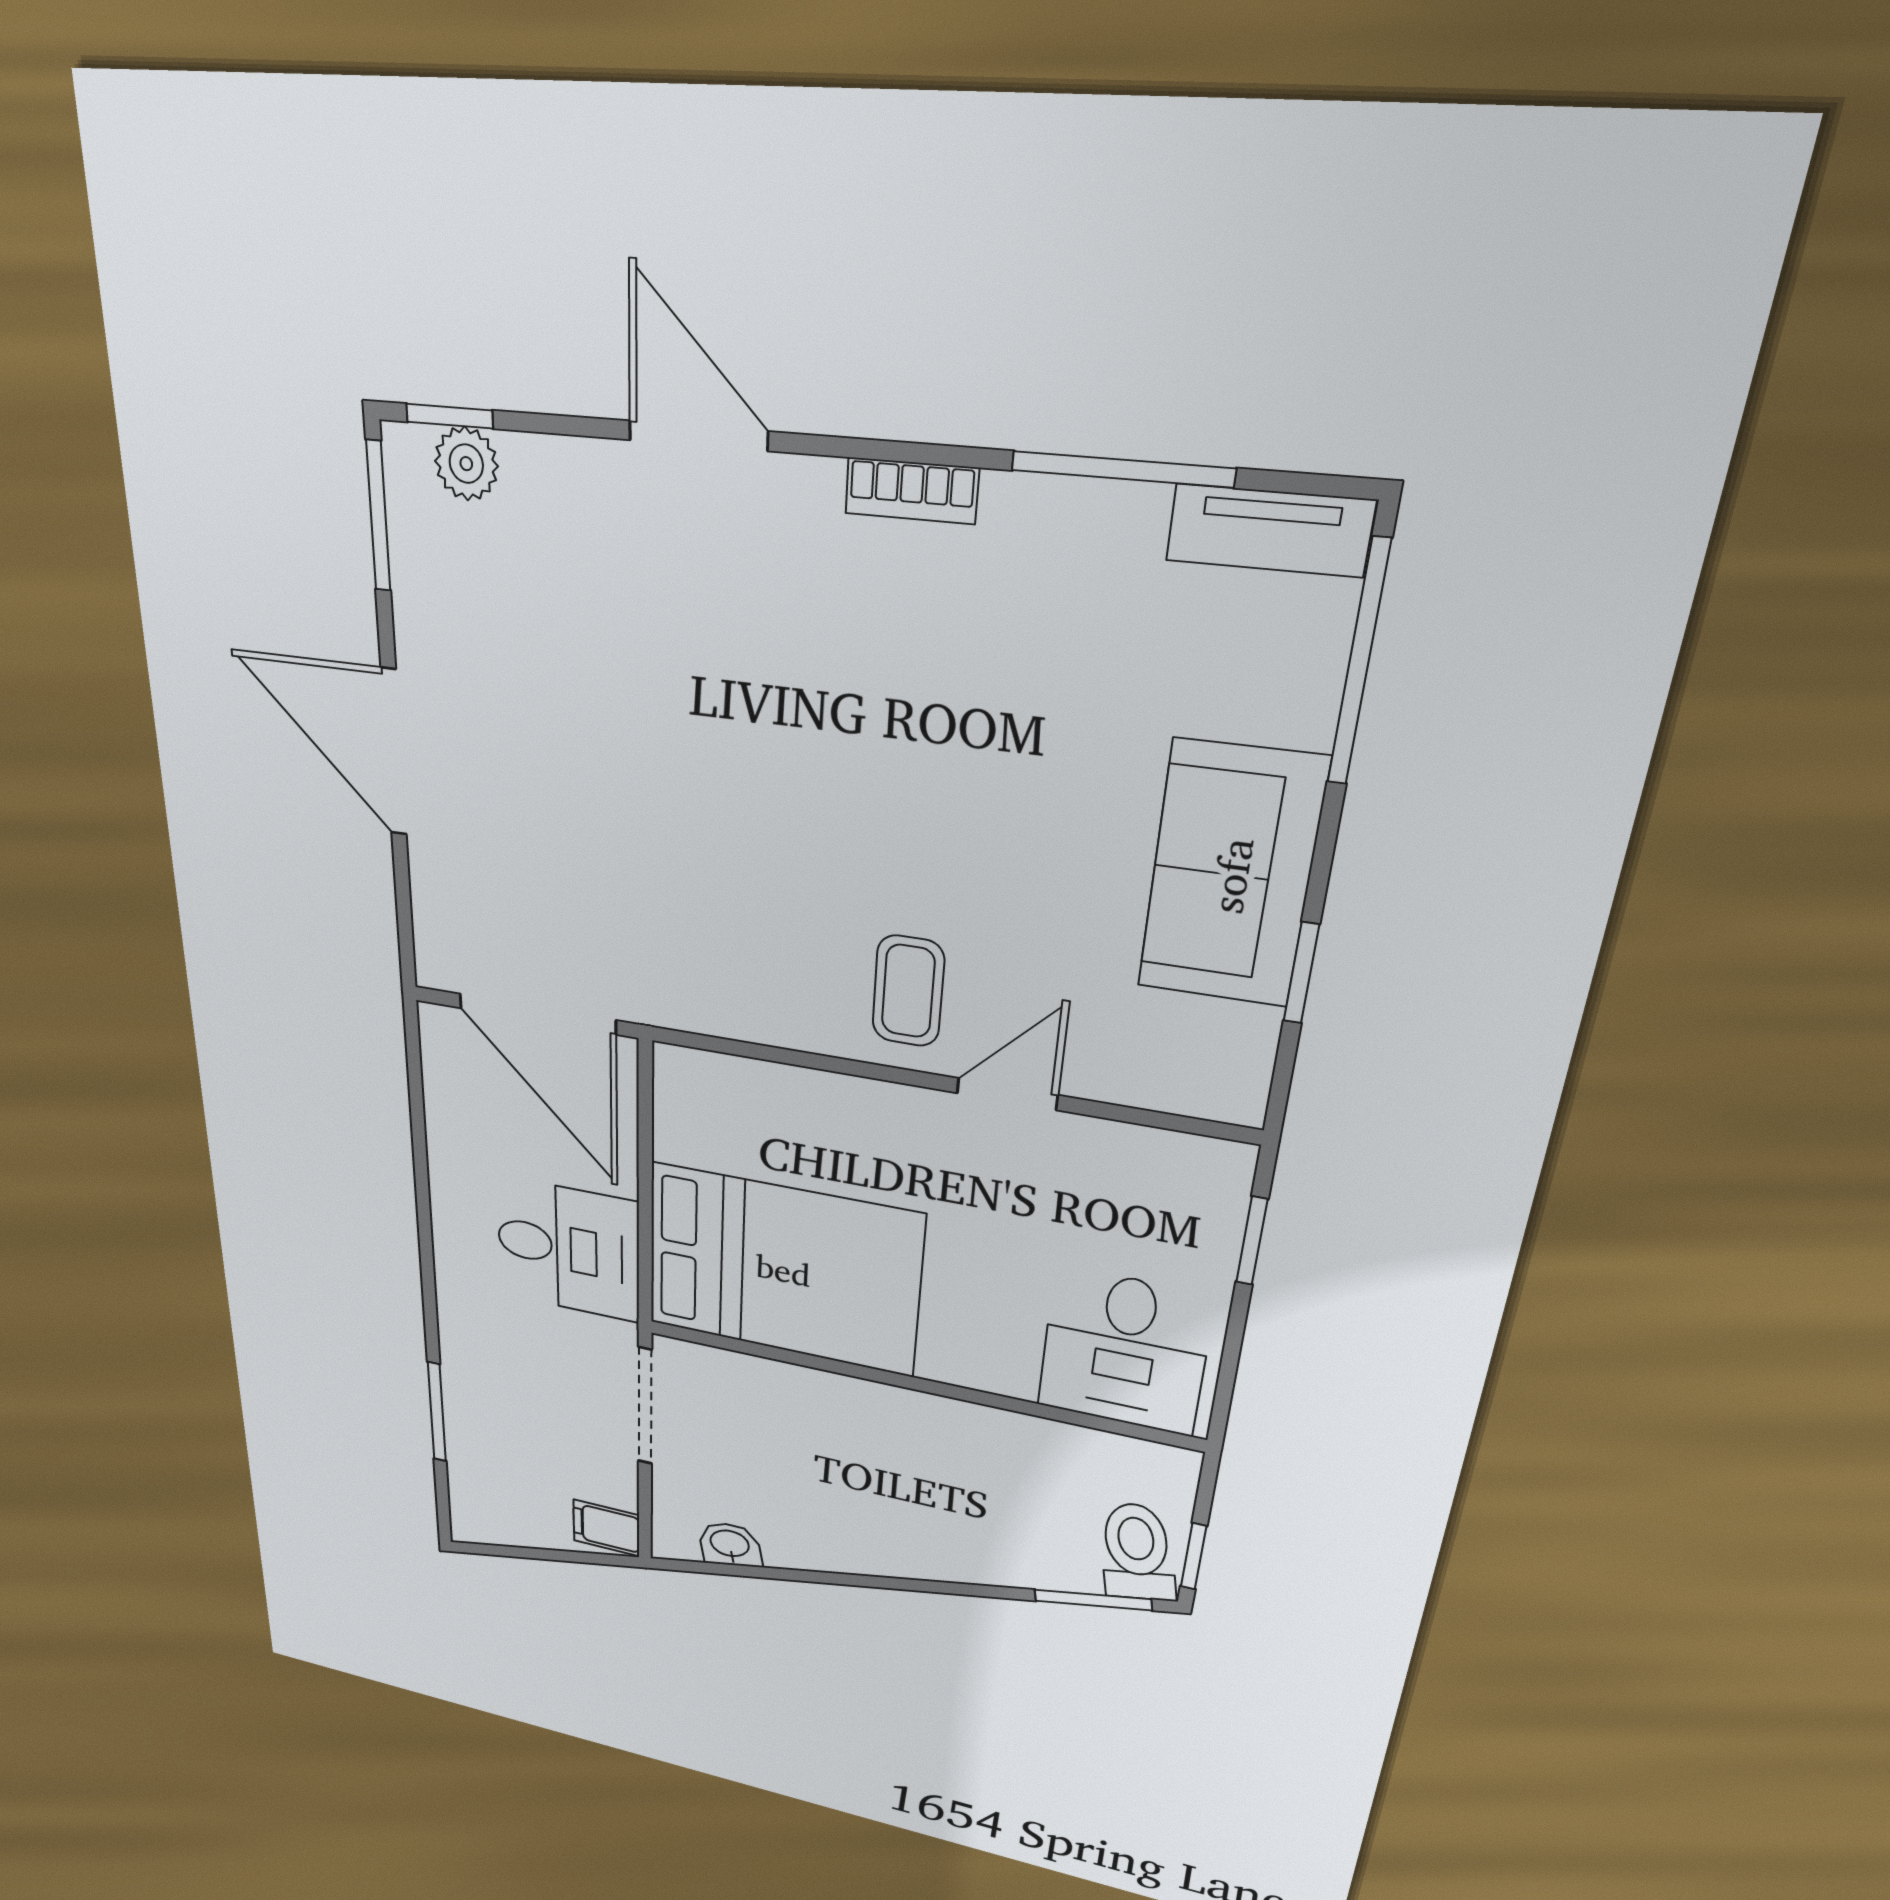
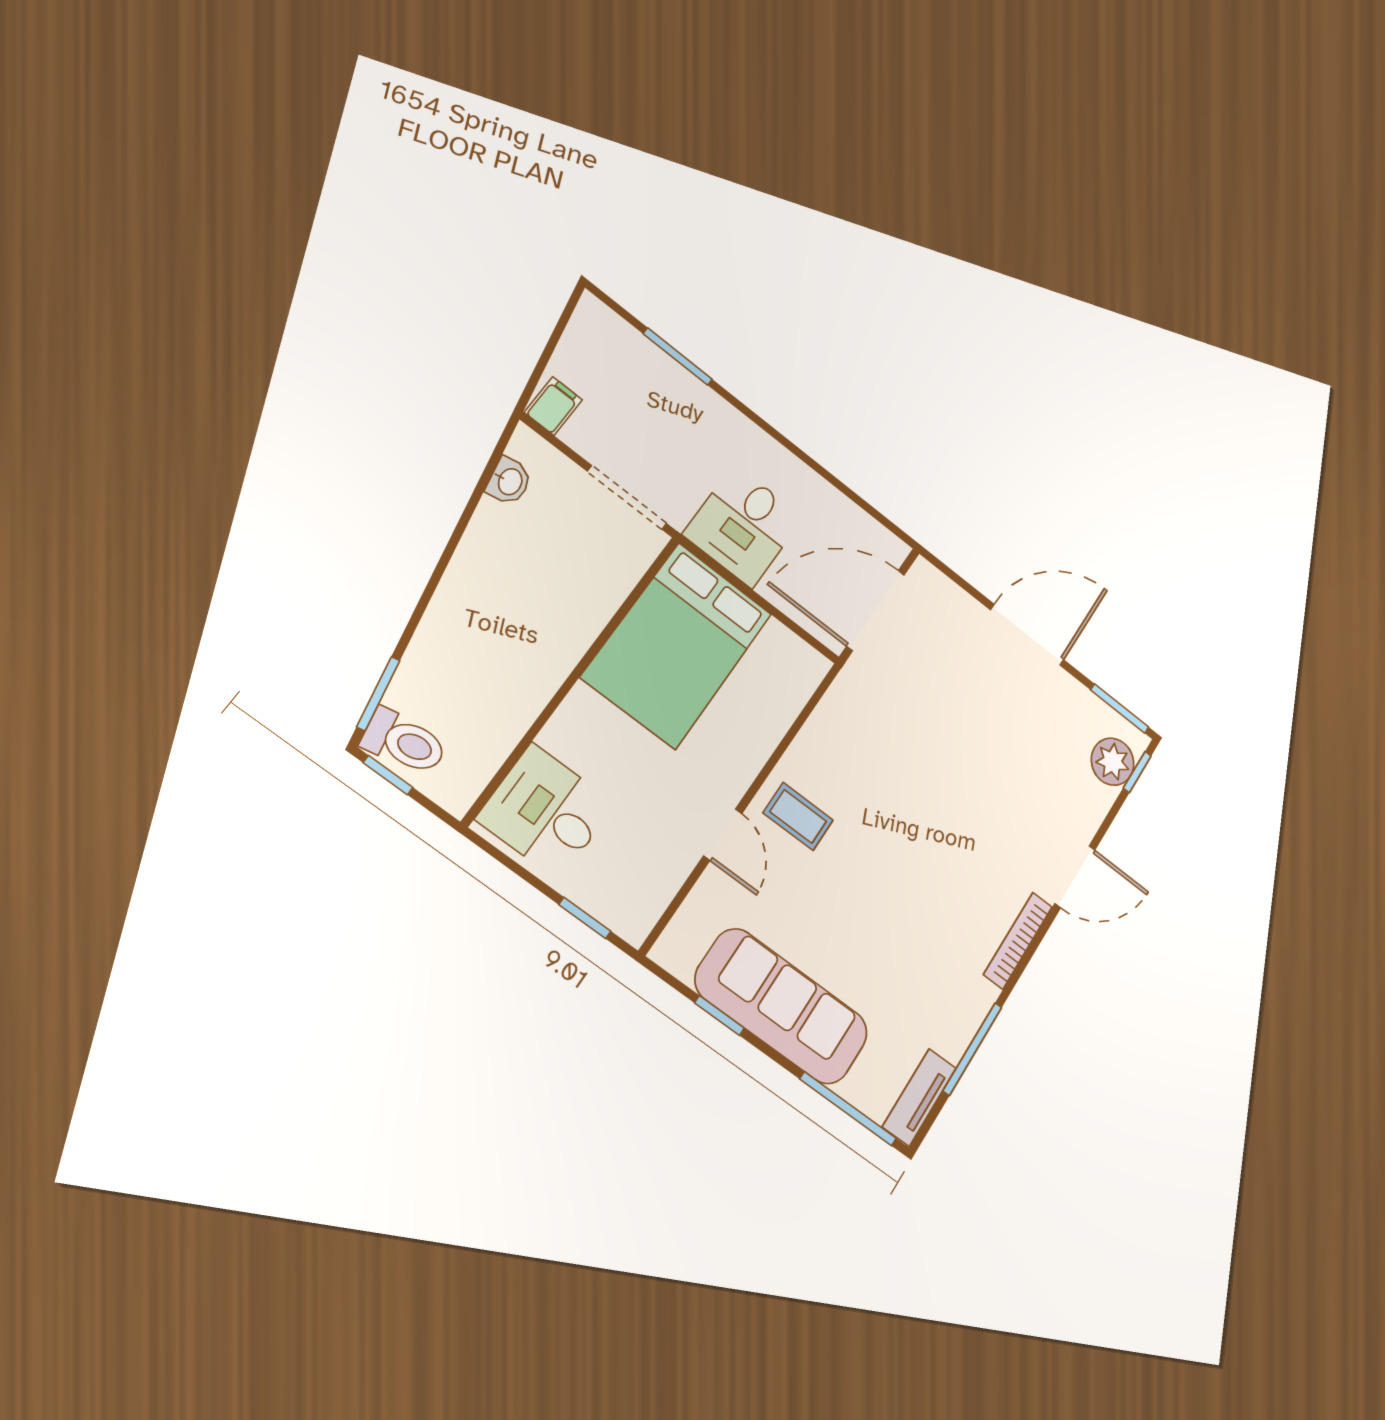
plant: (466, 464) -> (1113, 762), width x1.38, depth x1.38
bookcase: (912, 491) -> (1018, 941), width x1.56
sofa: (1231, 875) -> (782, 1006), width x1.36

